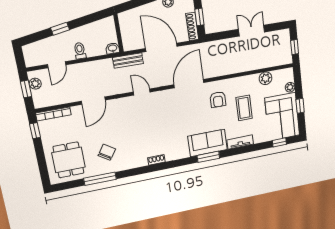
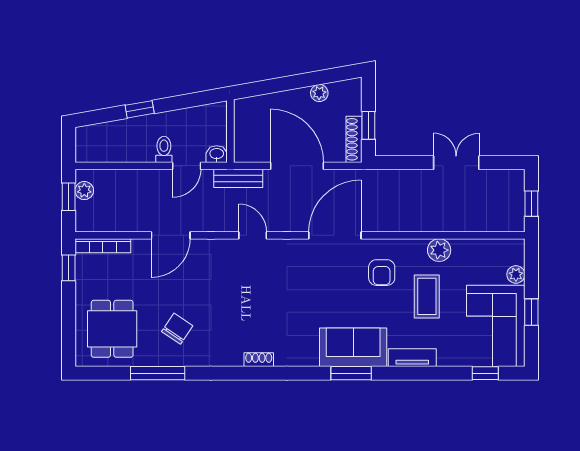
door: (57, 65) -> (187, 166), moved
plant: (265, 78) -> (439, 250), moved

